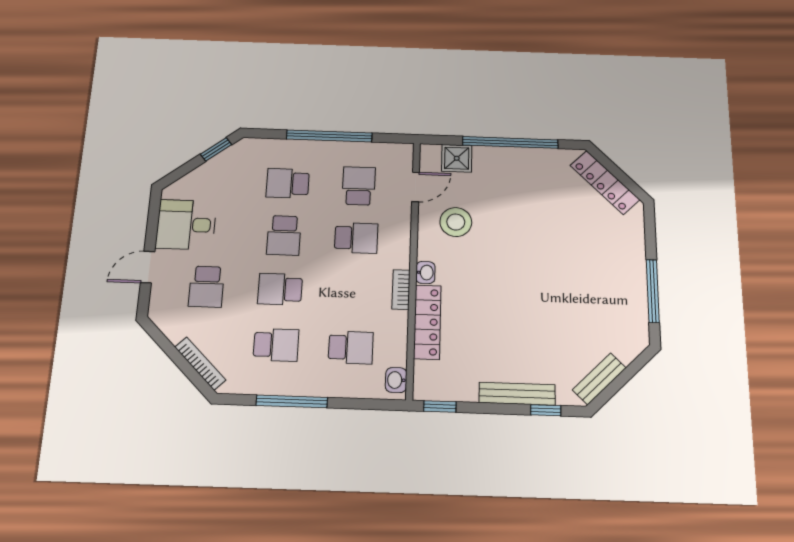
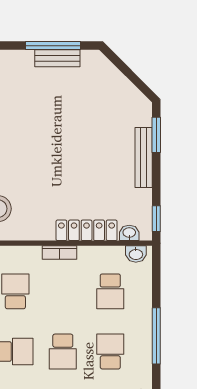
washbasin: (425, 272) -> (129, 233), moved
school desk: (351, 347) -> (110, 291), turned 180
bench: (599, 379) -> (57, 58), moved, turned -45
window: (546, 410) -> (156, 135), width x1.50

